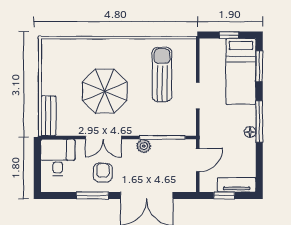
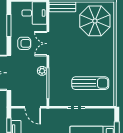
parasol: (105, 91) -> (95, 21), moved
window: (92, 195) -> (9, 25), moved

